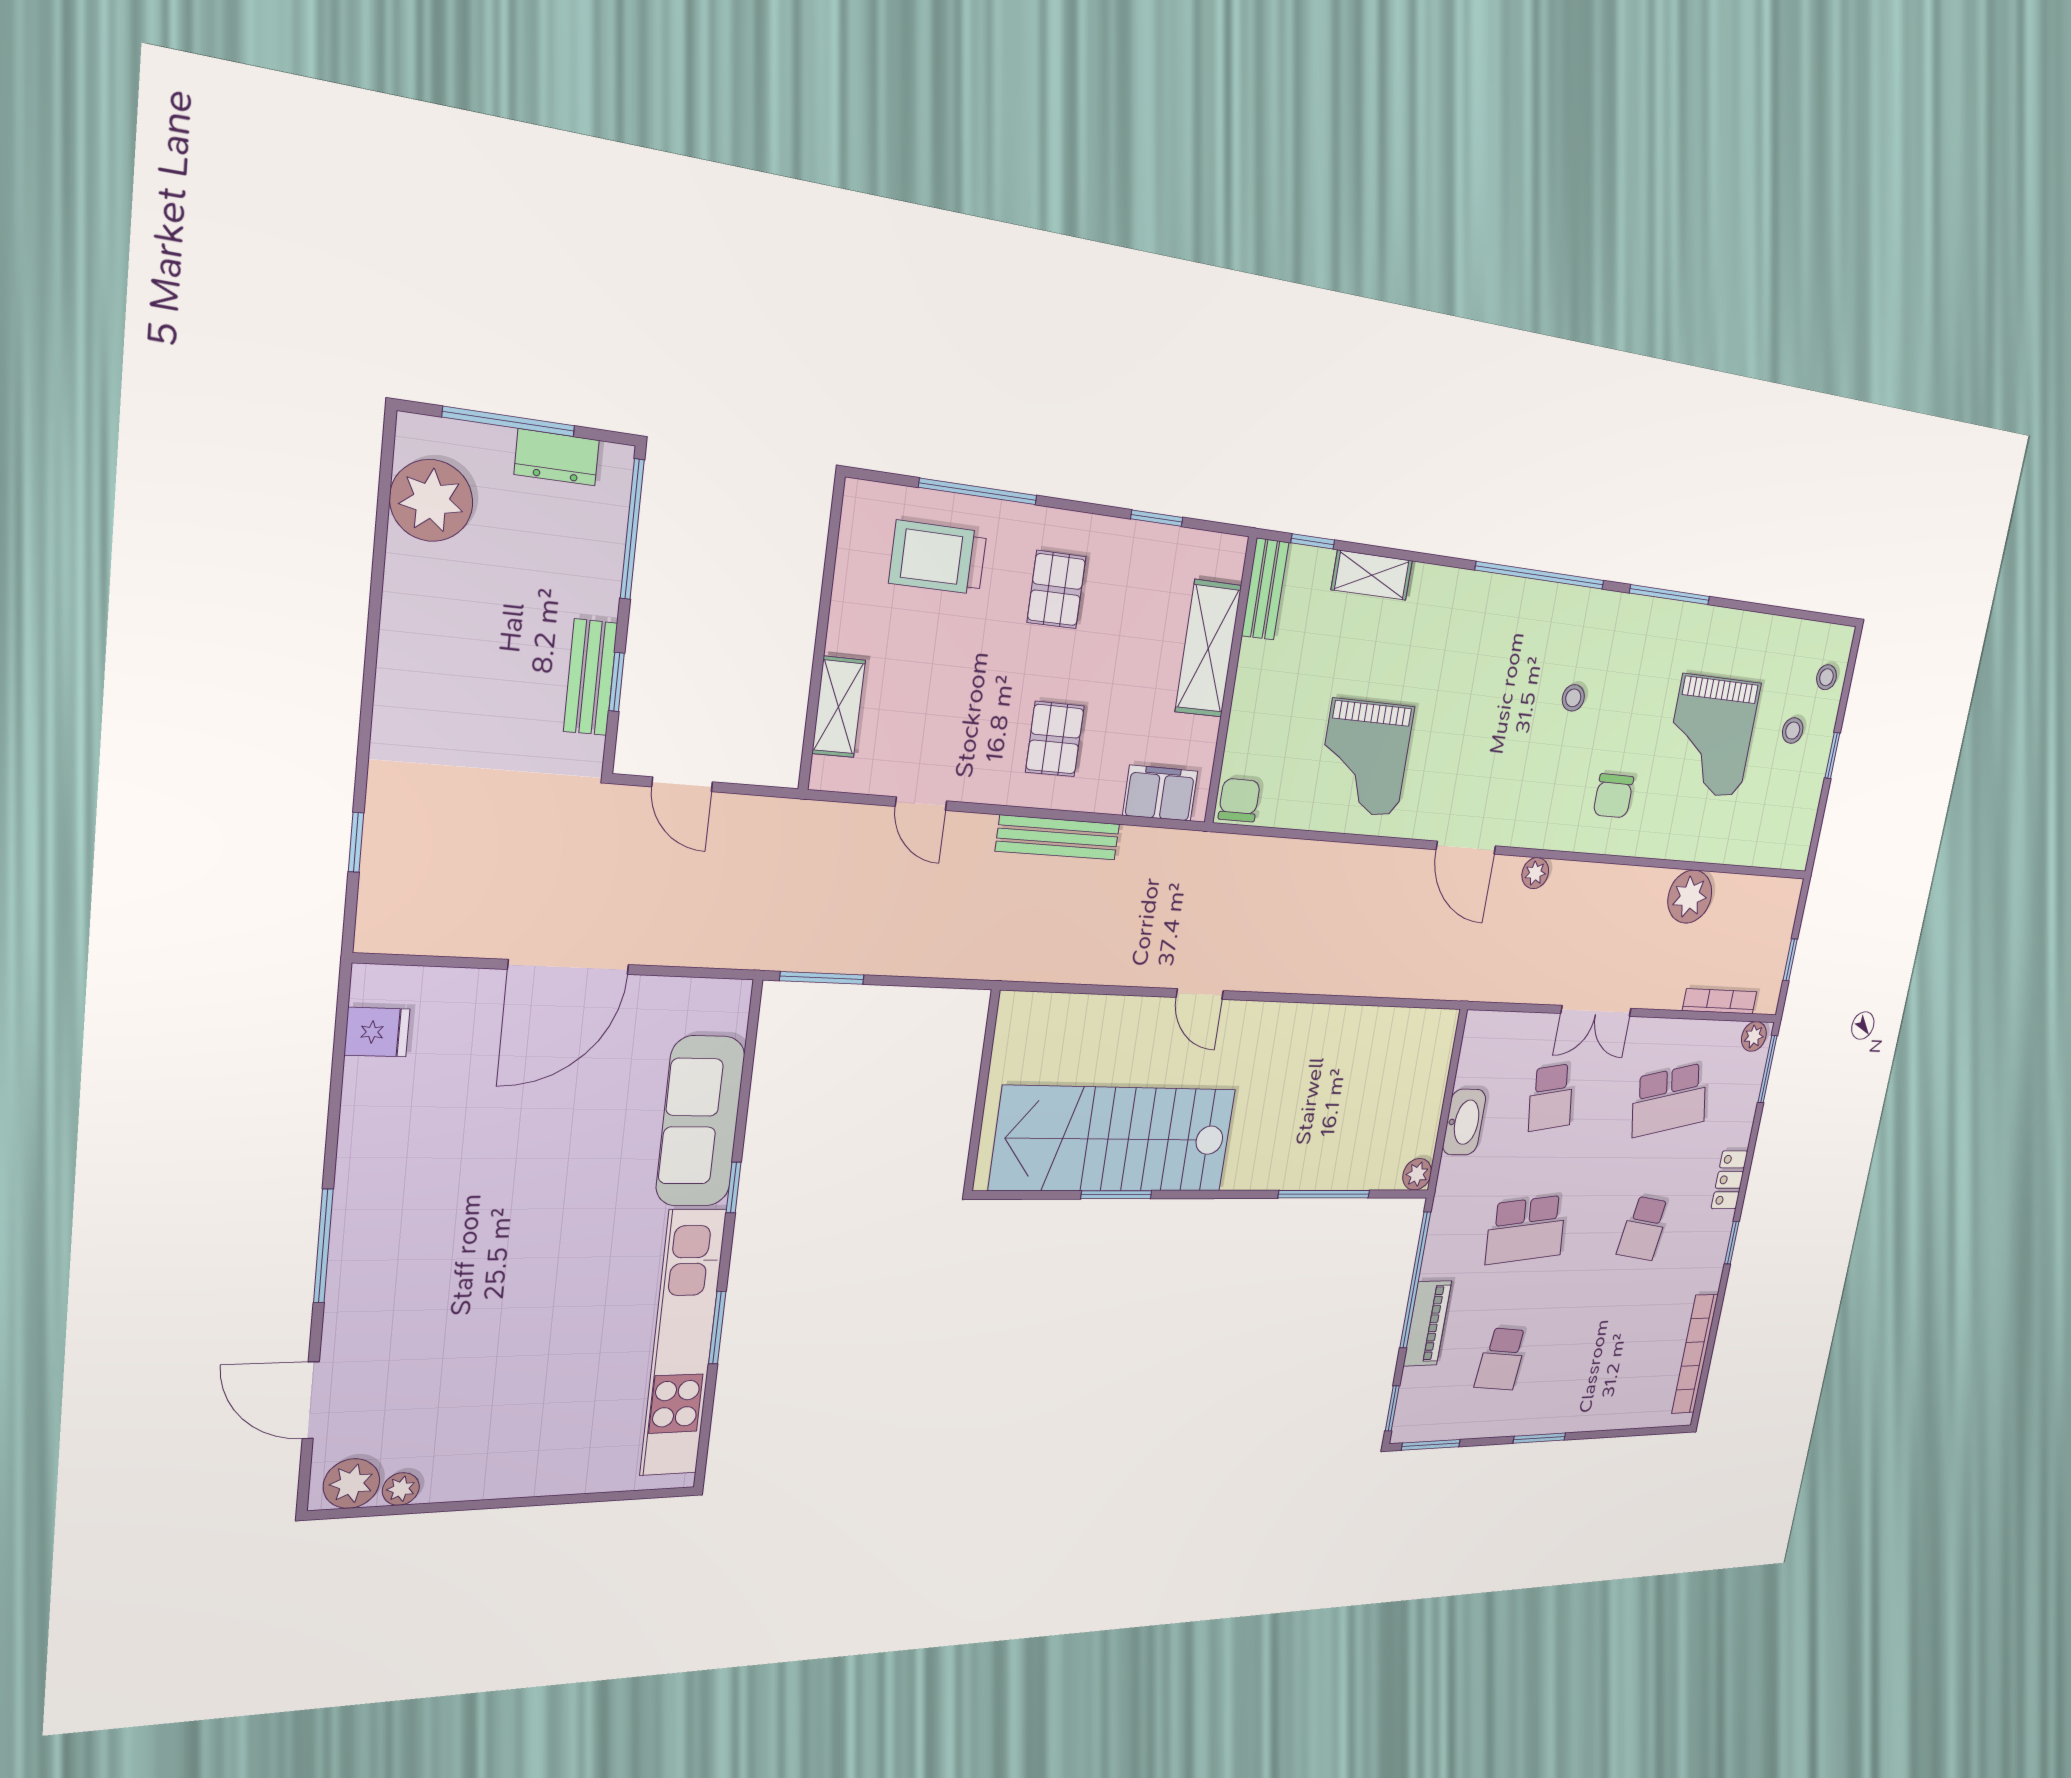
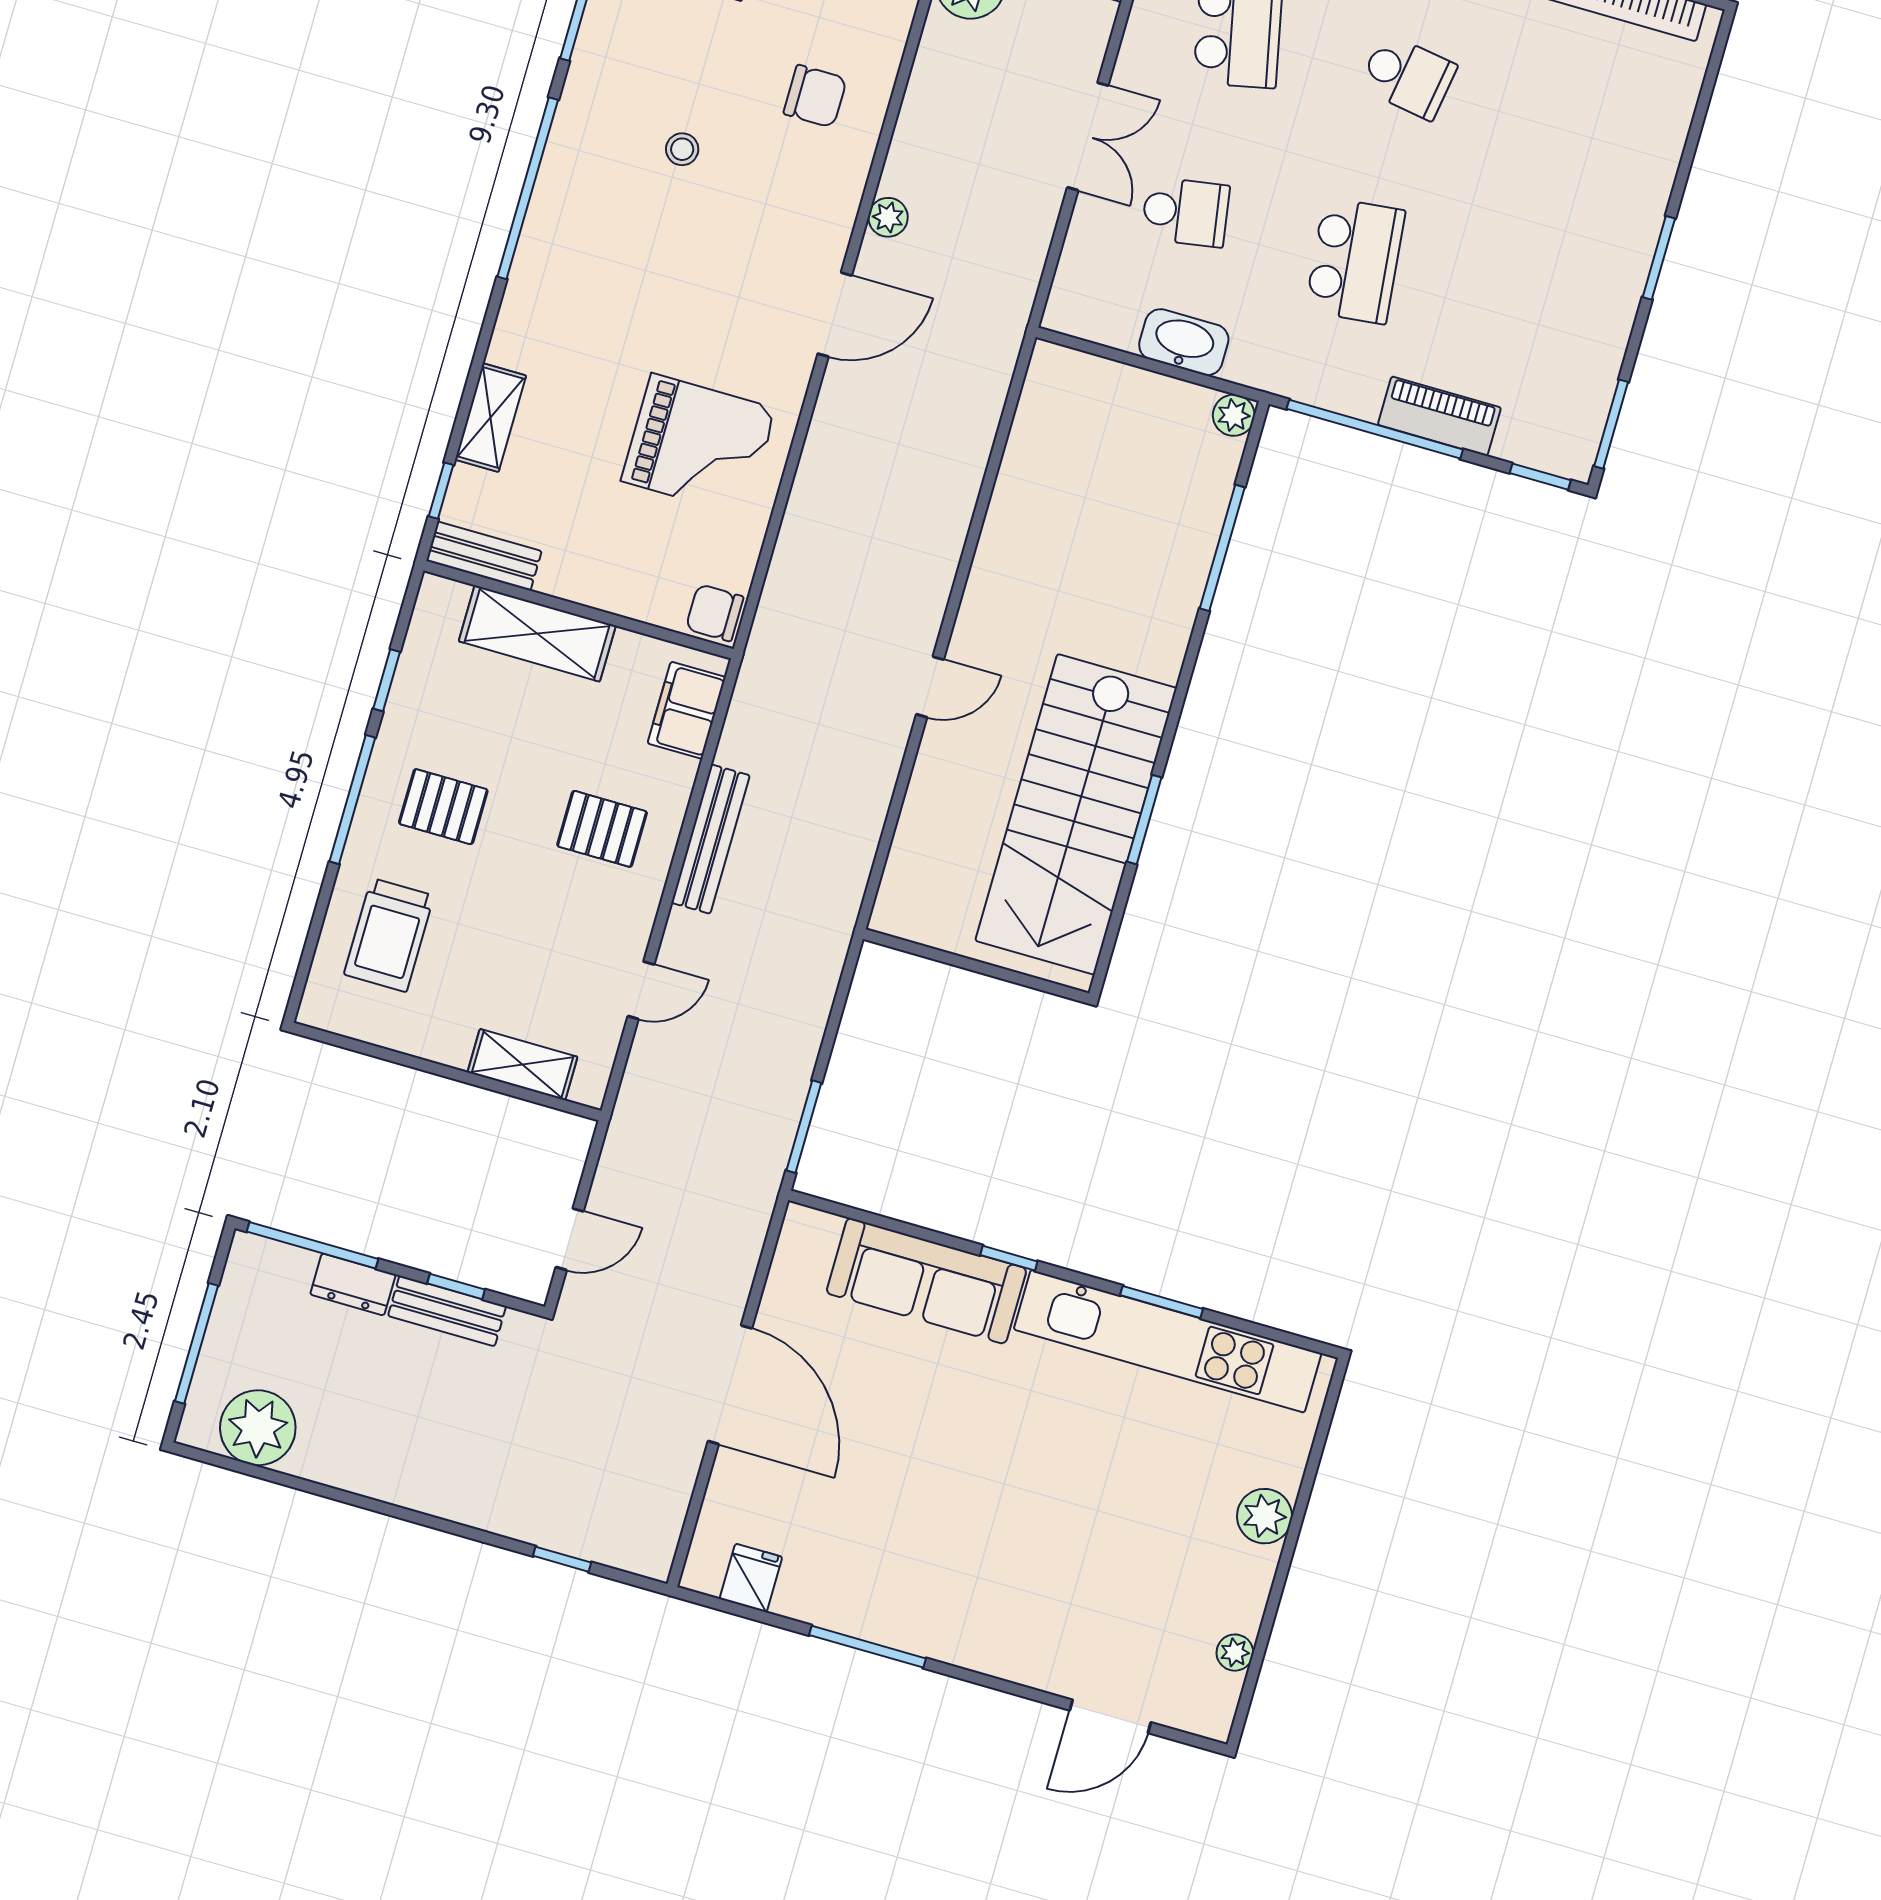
dresser: (557, 457) -> (353, 1284), moved, turned 90
window: (978, 491) -> (352, 800), moved
window: (323, 1246) -> (867, 1647), moved
school desk: (1501, 1359) -> (1525, 309), removed
plant: (351, 1484) -> (1264, 1516), moved

